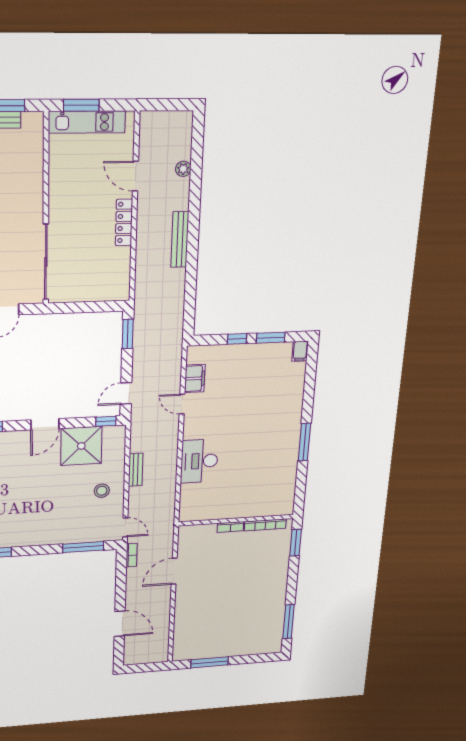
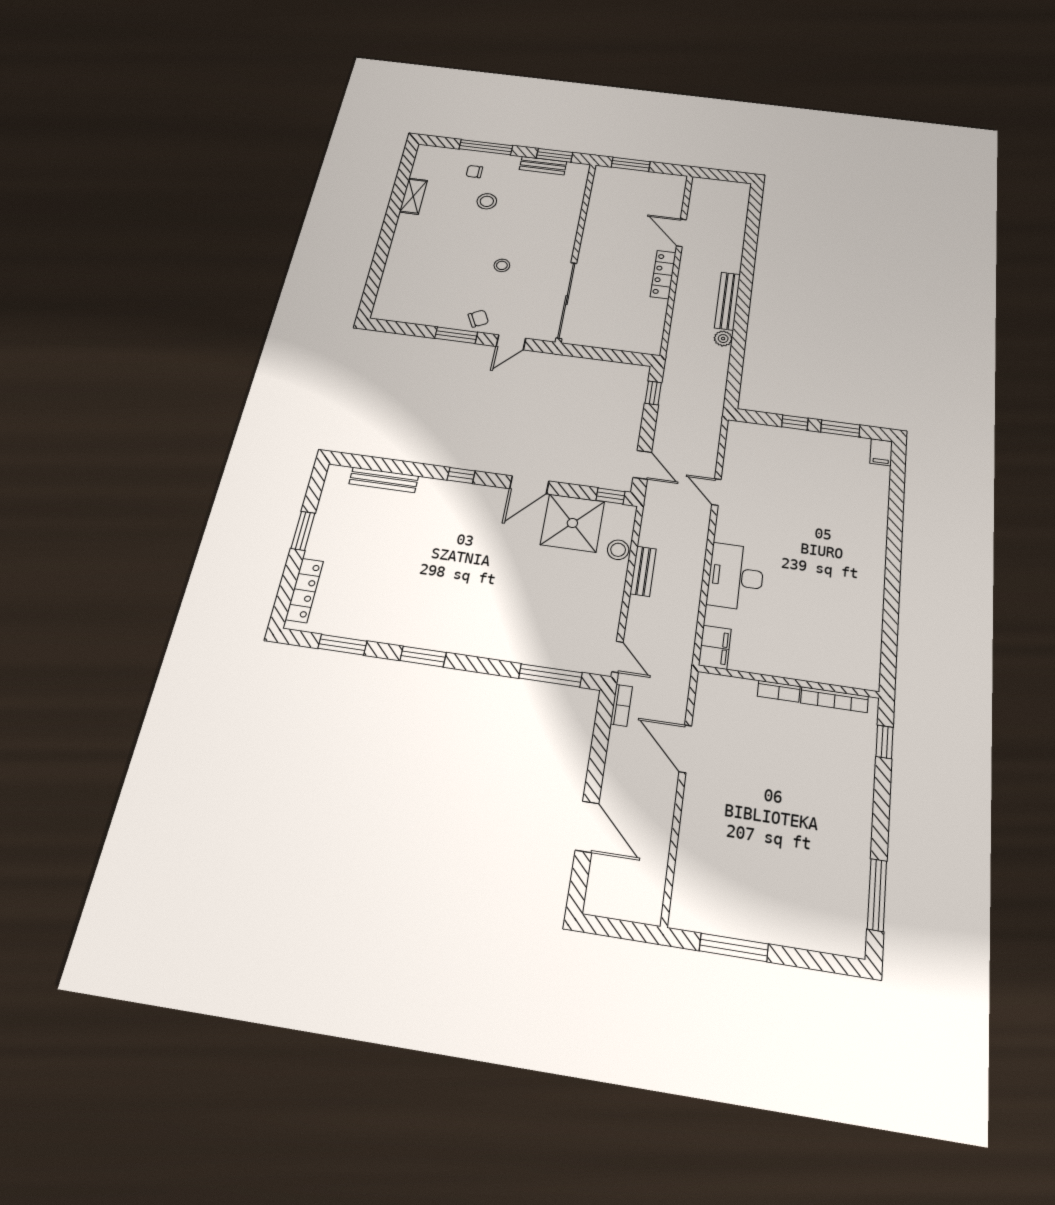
kitchen unit: (87, 122) -> (634, 179), removed
plant: (183, 169) -> (723, 339), moved
window: (128, 334) -> (653, 393), width x0.67
filing cabinet: (195, 378) -> (715, 647), moved
door: (126, 393) -> (642, 465), swing flipped
window: (304, 442) -> (892, 579), removed
stool: (102, 491) -> (618, 550), moved
window: (296, 543) -> (885, 742), width x0.67
door: (174, 571) -> (685, 749), hinge flipped

